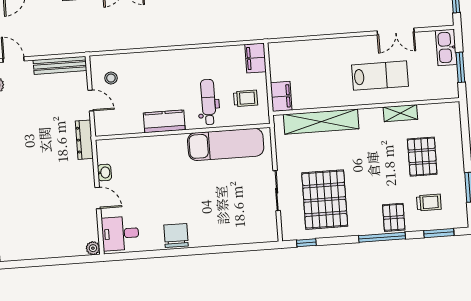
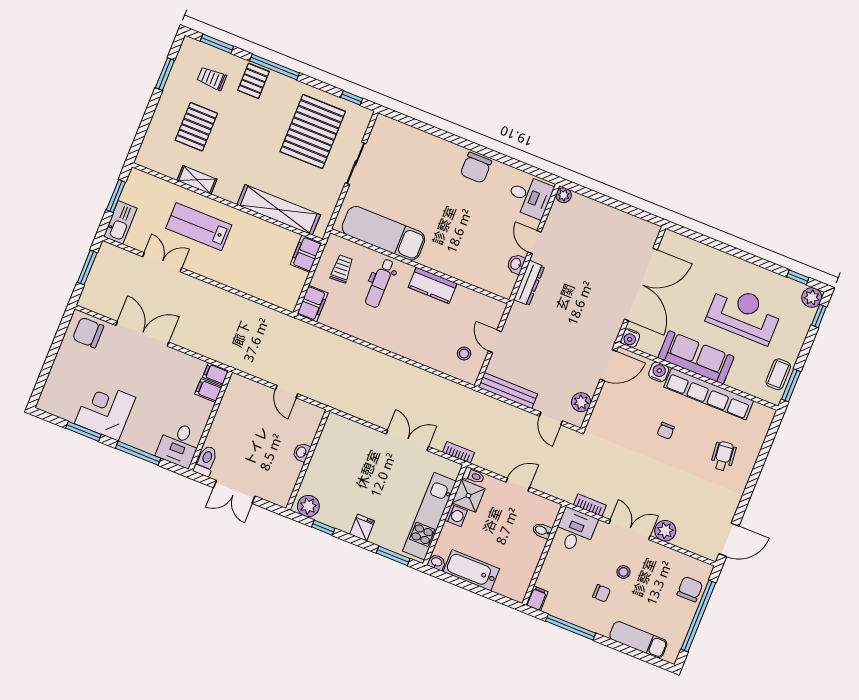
trolley: (246, 98) -> (342, 269), turned 87
dresser: (84, 140) -> (529, 283), moved

